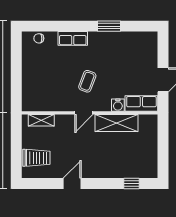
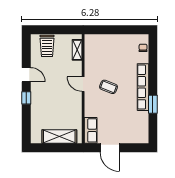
row of seats: (73, 38) -> (143, 87), width x2.02
water cooler: (118, 105) -> (89, 111), removed
shelving: (116, 123) -> (59, 137), moved, turned 90
window: (131, 184) -> (26, 98), moved

